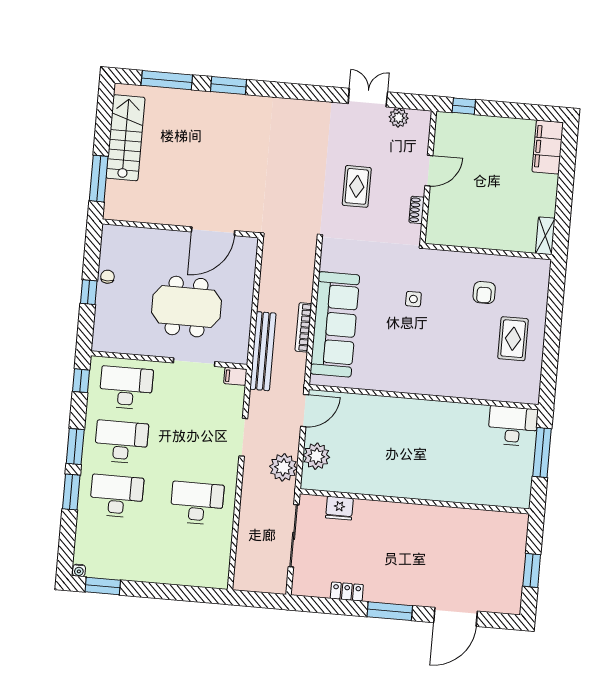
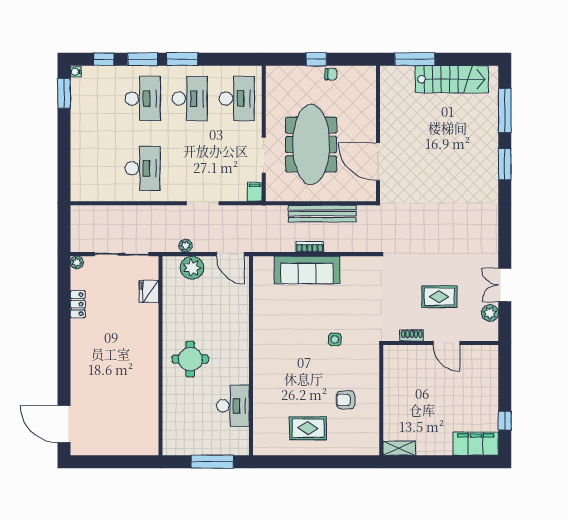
double door: (368, 98) -> (505, 285), swing flipped
window: (464, 106) -> (505, 420), moved
rug: (357, 186) -> (439, 297), moved
meeting table: (187, 307) -> (311, 145), width x1.36
sofa: (335, 324) -> (307, 270), width x0.74, depth x0.79
bookcase: (303, 327) -> (310, 247), width x0.64
bench: (263, 351) -> (322, 214), moved
window: (81, 381) -> (104, 59), moved
desk: (513, 426) -> (233, 406), moved
plant: (283, 467) -> (186, 246), width x0.53, depth x0.53
round table: (422, 468) -> (190, 359), added
window: (532, 570) -> (110, 462), removed
plant: (299, 588) -> (77, 262), added
window: (390, 611) -> (64, 343), removed
door: (455, 617) -> (64, 424), moved

